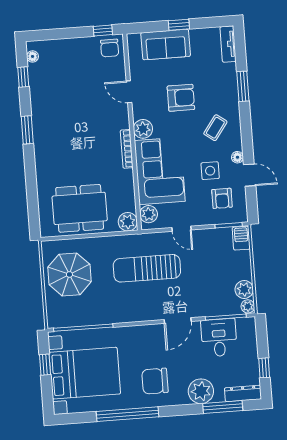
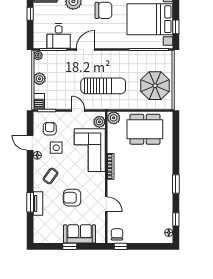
tv unit: (228, 44) -> (38, 203), moved
plant: (143, 129) -> (99, 179), removed
plant: (244, 289) -> (39, 79), moved

